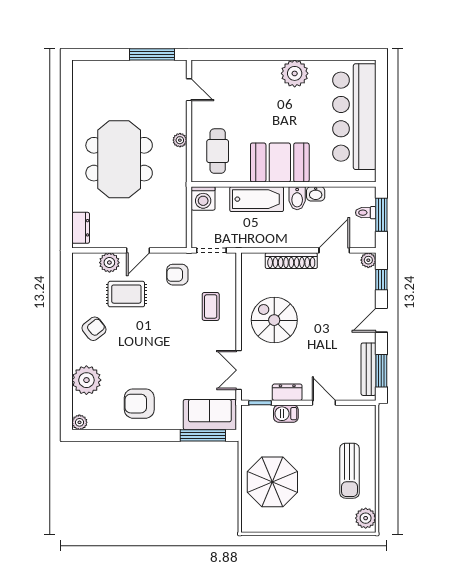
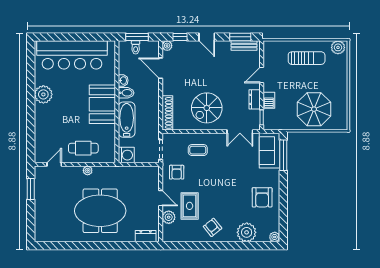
window: (152, 54) -> (31, 189), width x0.69
cafe table: (218, 151) -> (83, 148), moved
shoe rack: (291, 261) -> (167, 113), moved
bench: (369, 369) -> (244, 45), width x0.73

